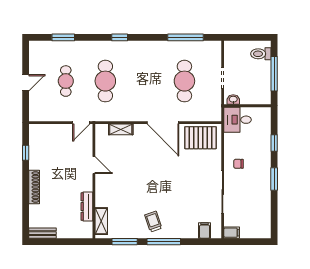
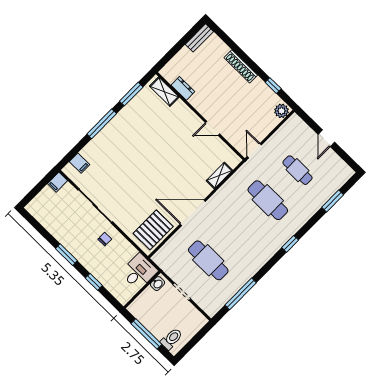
plant: (37, 131) -> (281, 111), added
dresser: (87, 207) -> (183, 88), width x0.70
trolley: (153, 222) -> (125, 131), removed

